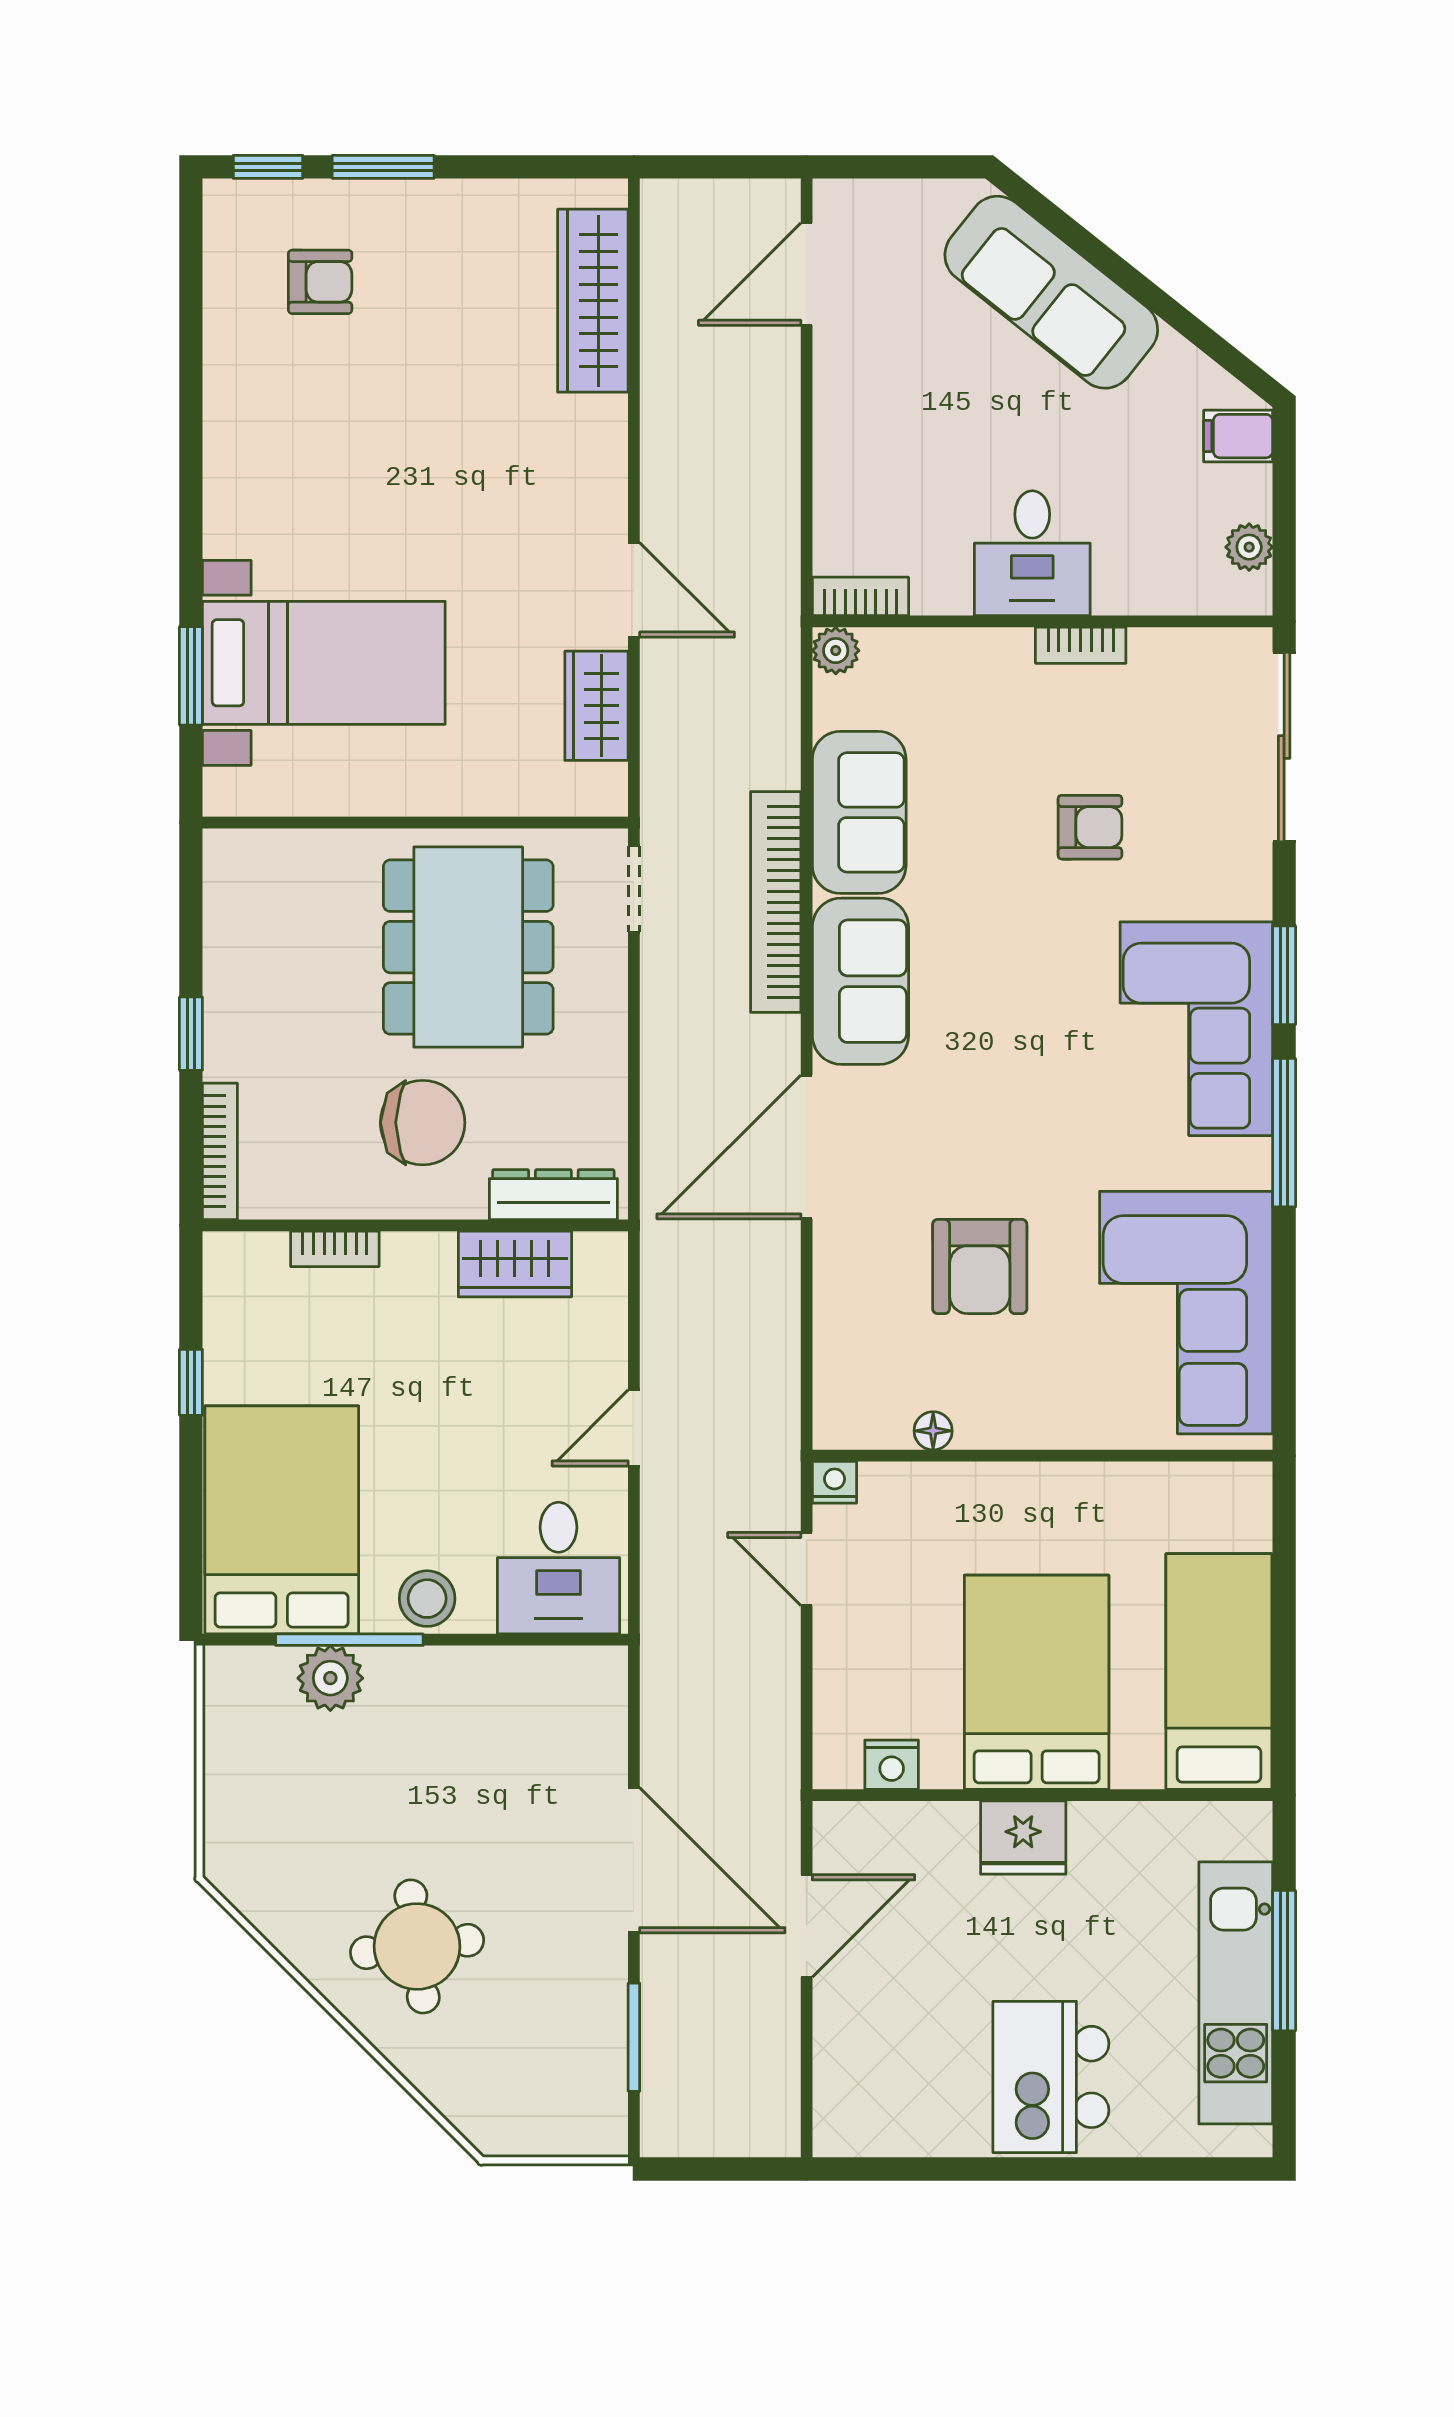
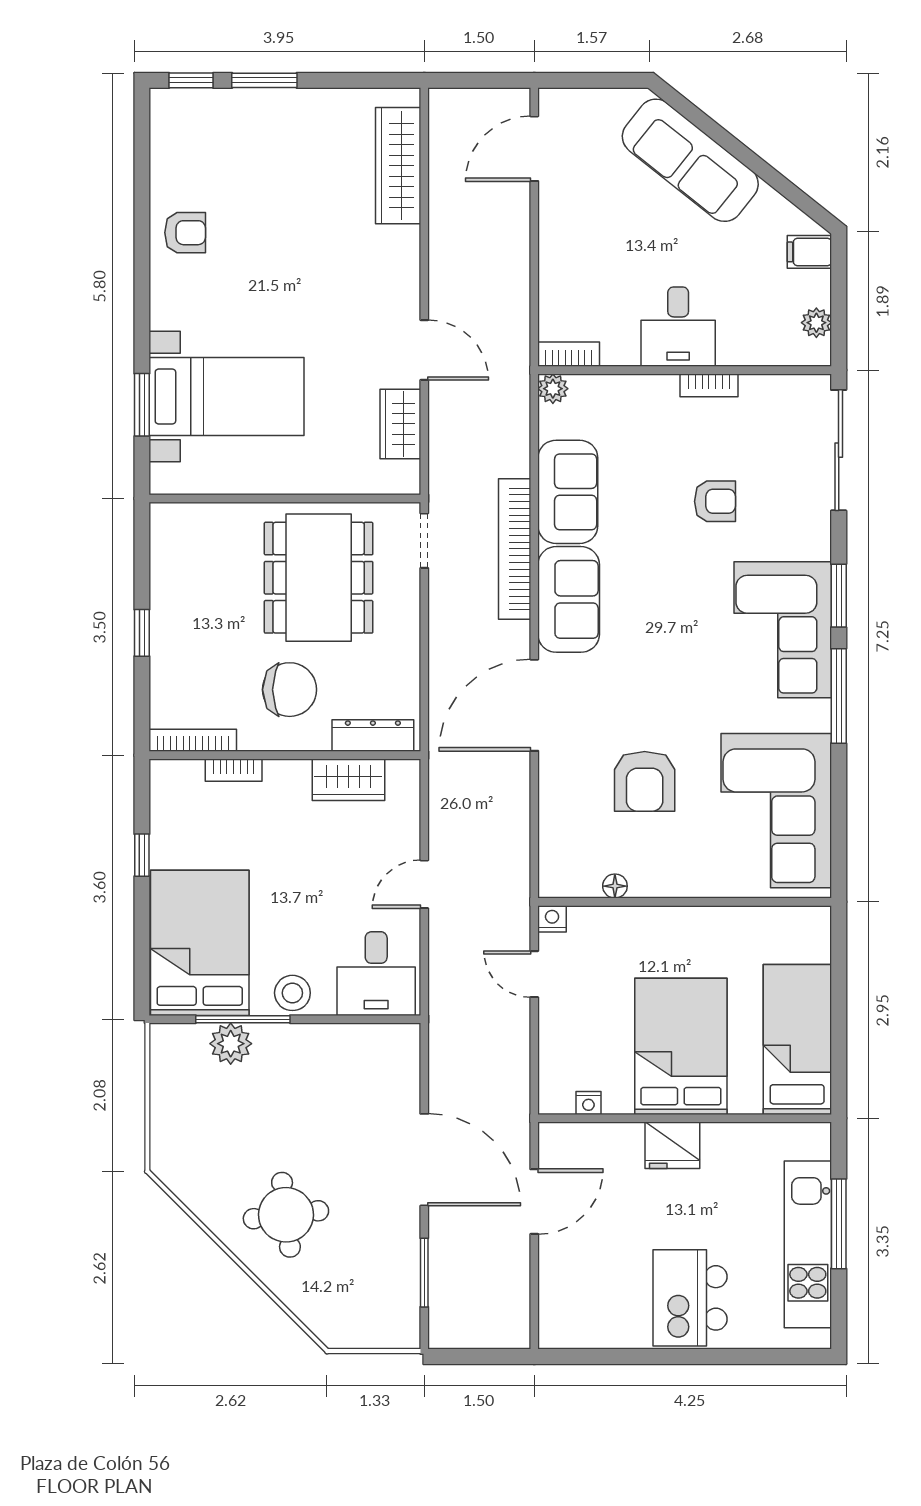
armchair: (320, 282) -> (185, 233), moved
bookcase: (220, 1151) -> (193, 740), moved, turned -90
nightstand: (892, 1765) -> (588, 1103), width x0.72, depth x0.74

